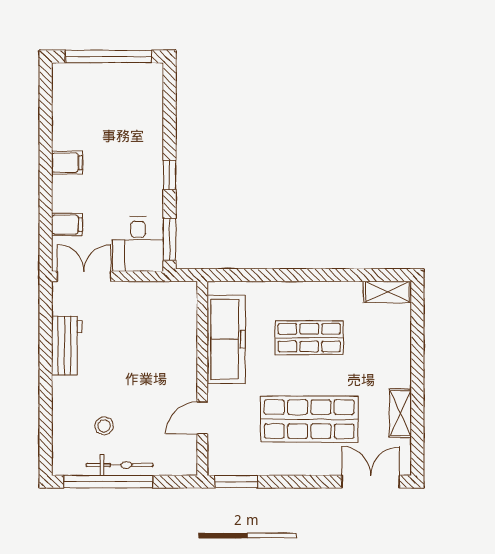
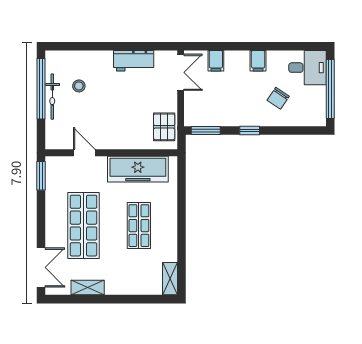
chair: (122, 133) -> (278, 98), added
desk: (138, 244) -> (307, 68), moved, turned 180
pallet: (164, 301) -> (164, 127), added

